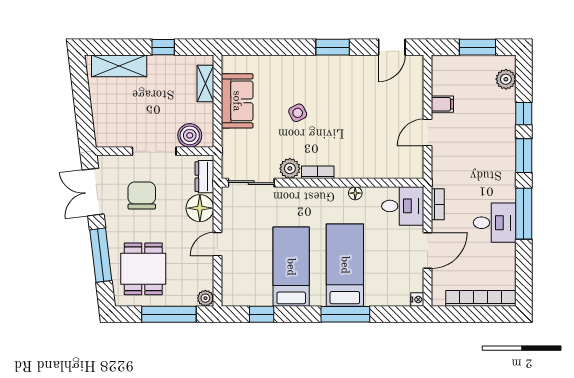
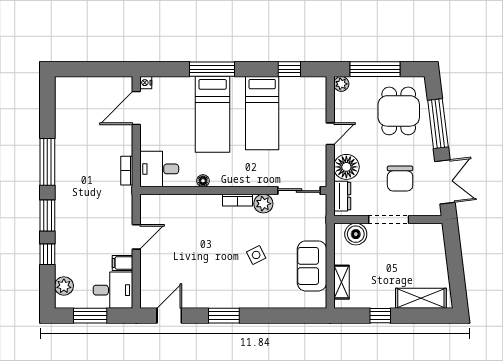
desk: (495, 223) -> (113, 290), moved, turned 180
door: (428, 250) -> (136, 108), moved
bookcase: (481, 298) -> (87, 84), removed

